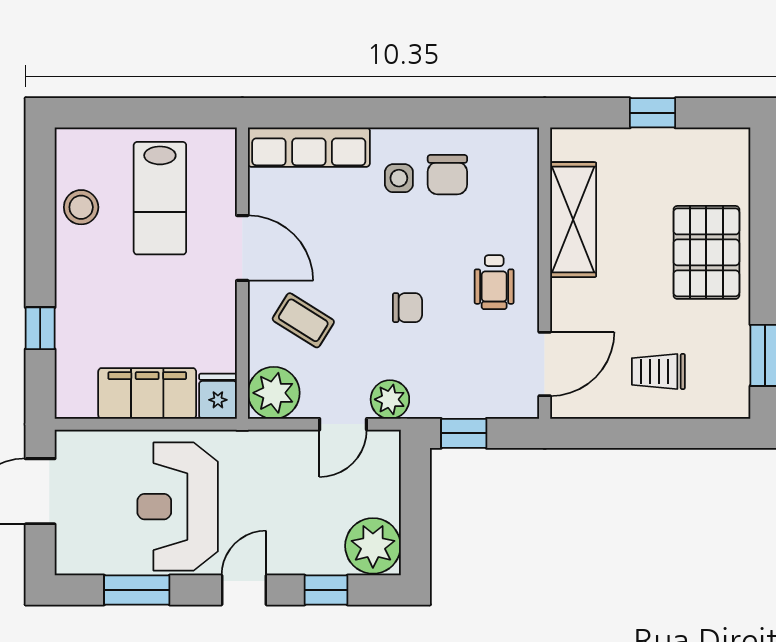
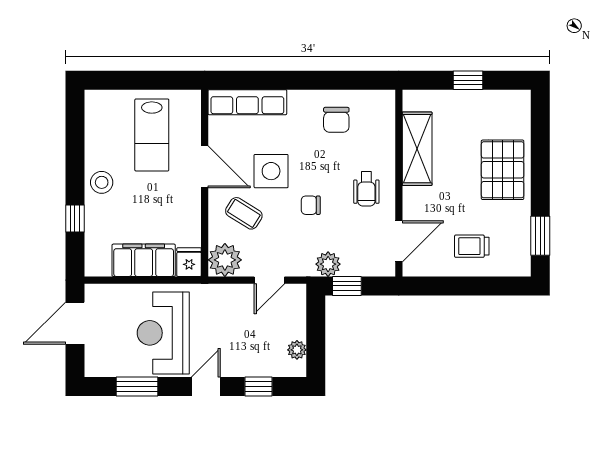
side table: (399, 178) -> (271, 171), moved, width x1.87, depth x1.87
stool: (81, 207) -> (102, 182), moved
chair: (407, 308) -> (311, 205), turned 180
plant: (390, 399) -> (328, 264), moved
plant: (373, 546) -> (297, 350), width x0.53, depth x0.53

